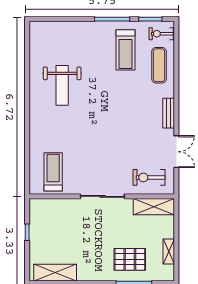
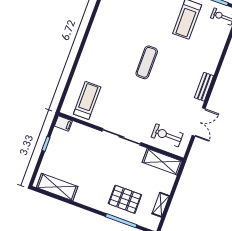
exercise mat: (159, 65) -> (147, 62), moved
weight bench: (62, 85) -> (122, 30), removed
filing cabinet: (37, 205) -> (63, 123), added

